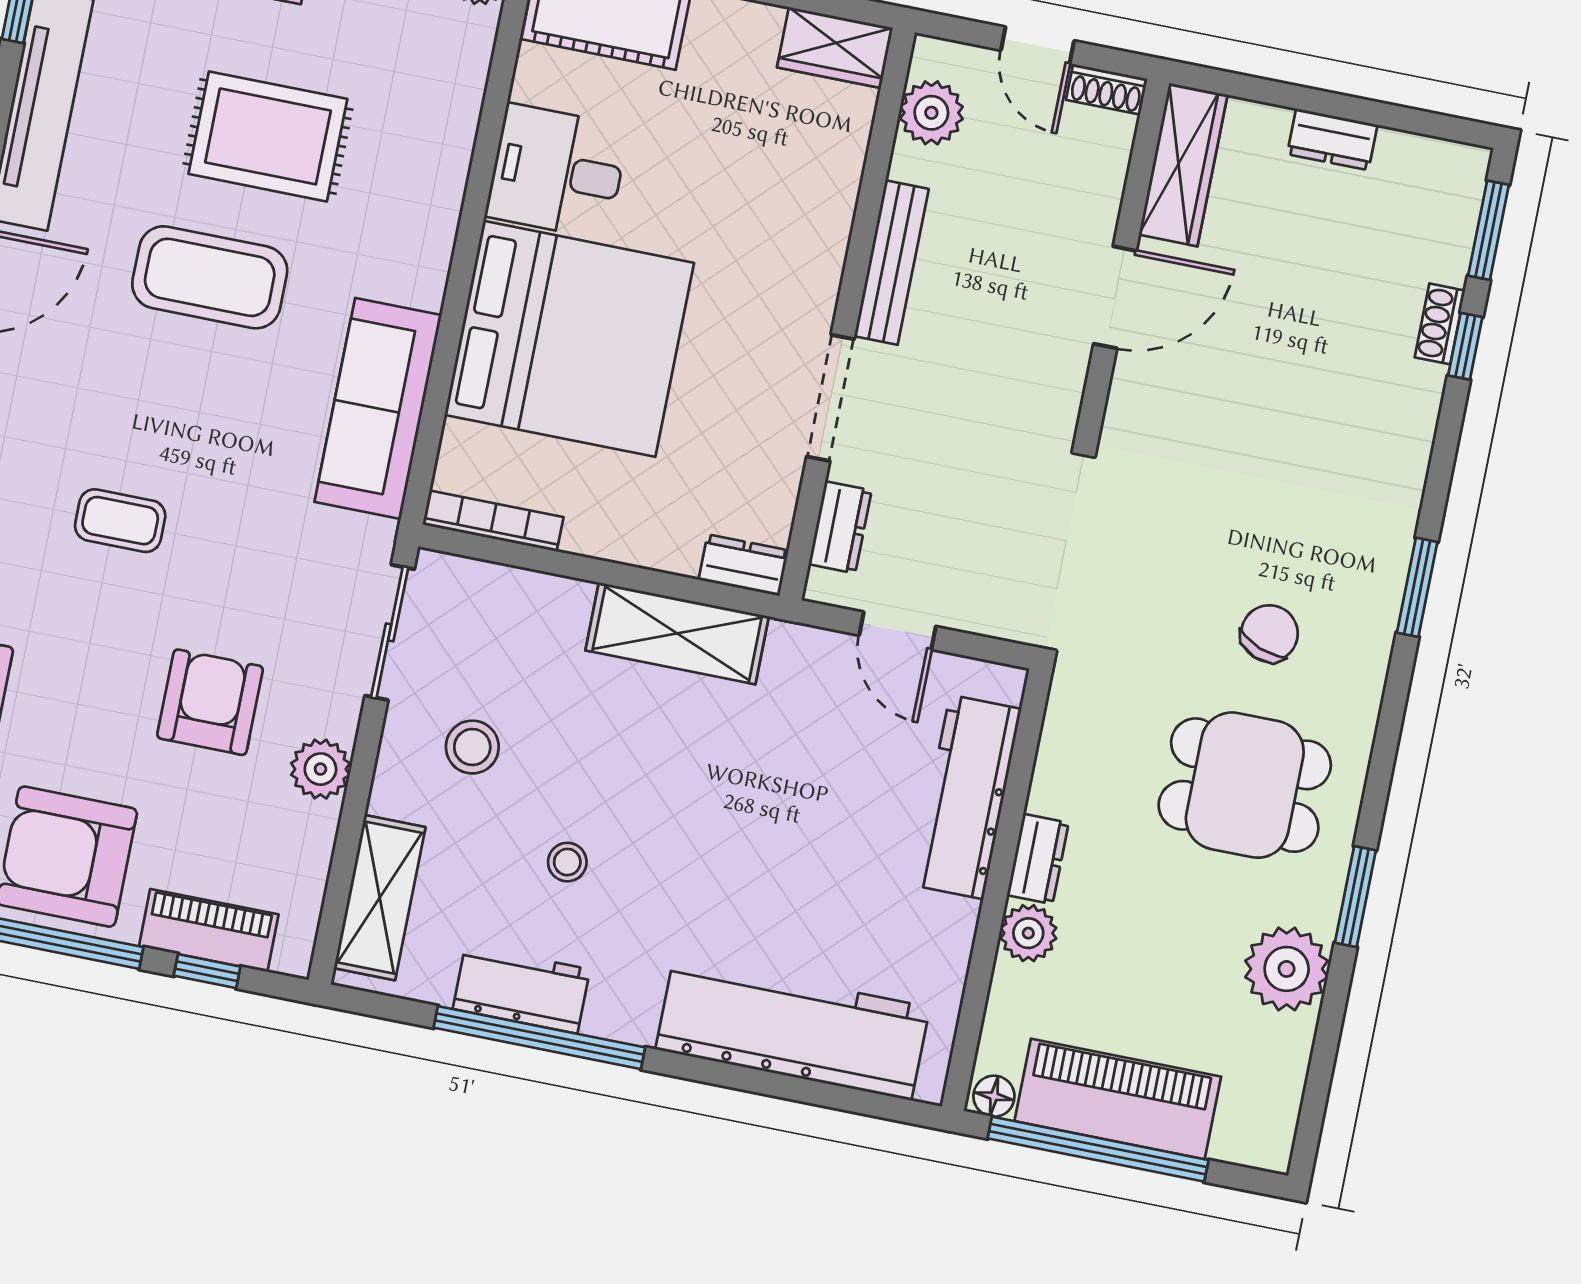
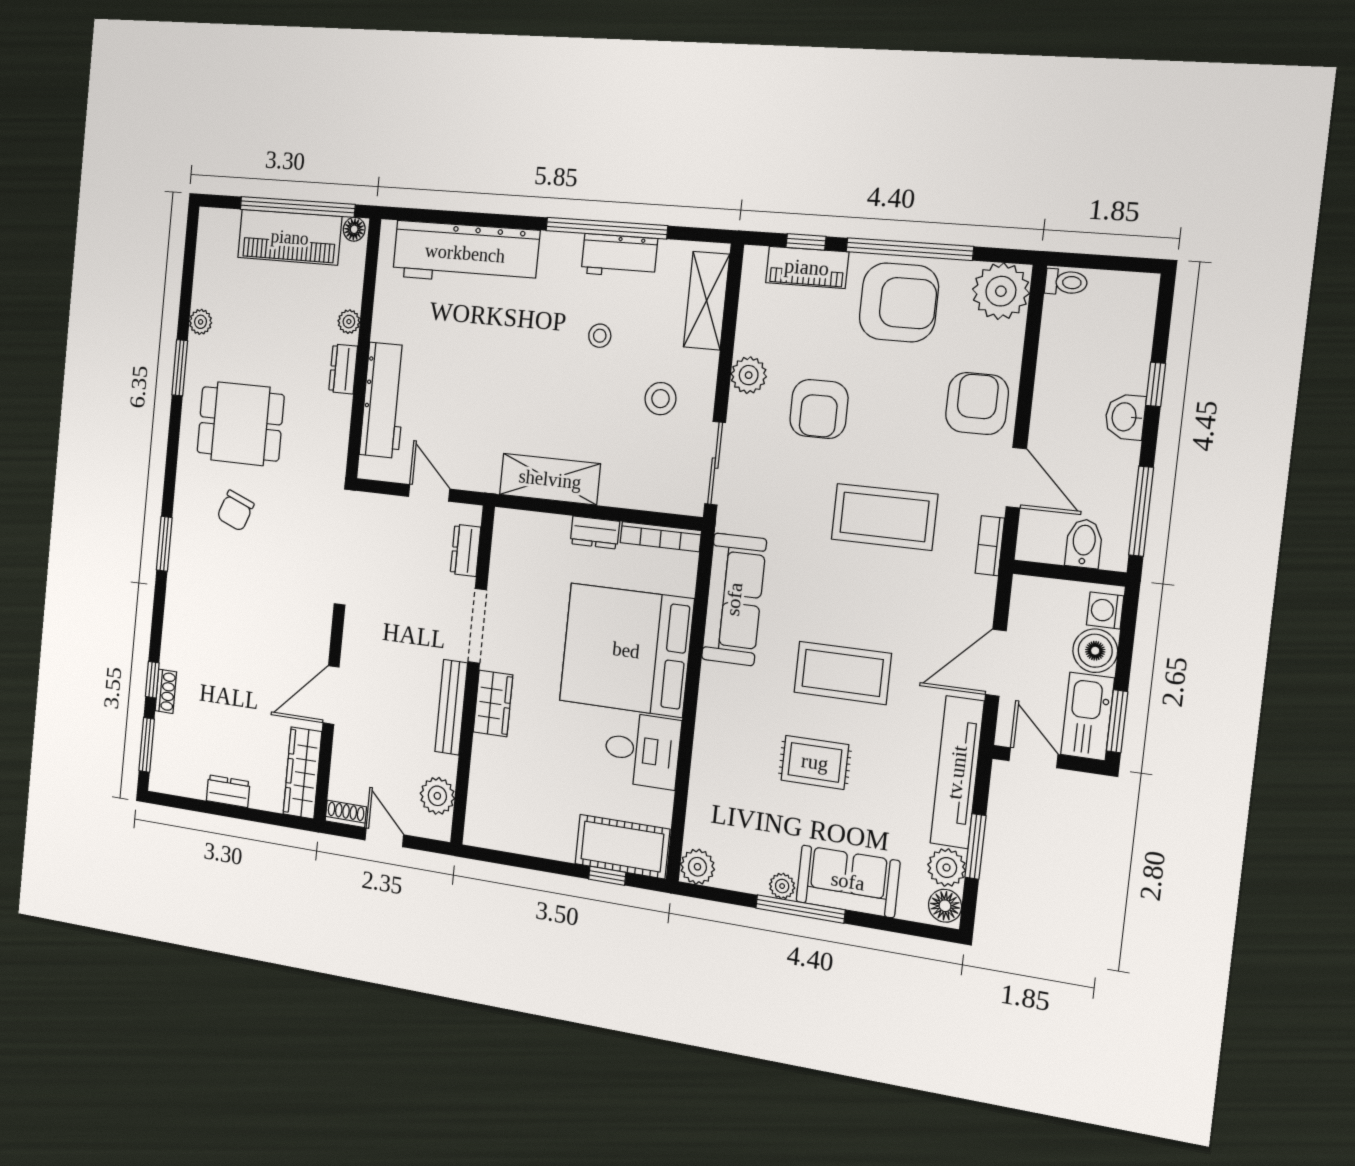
wardrobe: (835, 48) -> (493, 703), moved, turned 90
rug: (268, 136) -> (815, 762), width x0.73, depth x0.70
coffee table: (120, 521) -> (884, 517), width x1.86, depth x1.72
dresser: (744, 565) -> (595, 532), moved
plant: (1028, 933) -> (349, 322), width x0.73, depth x0.73
plant: (1287, 969) -> (201, 322), width x0.53, depth x0.53

